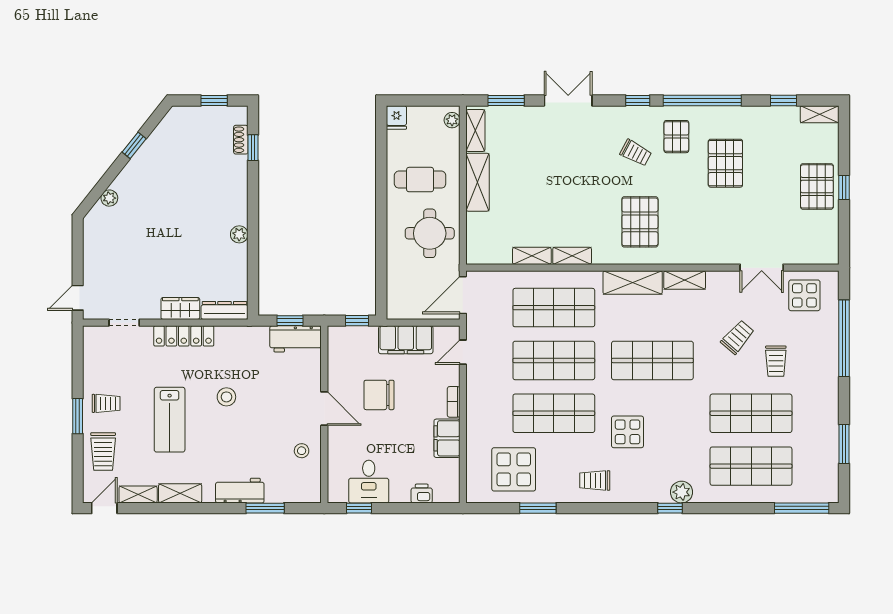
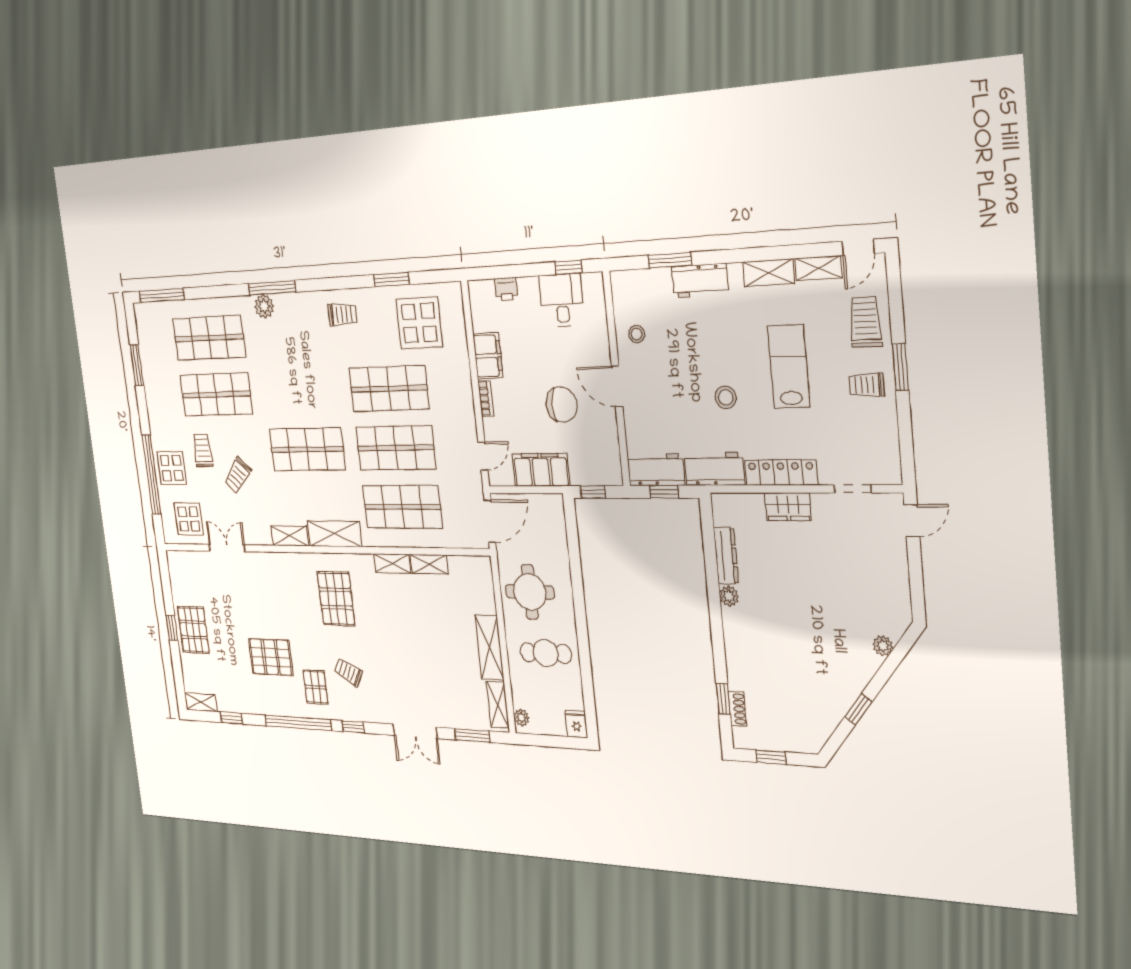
pallet: (725, 163) -> (271, 657), turned 90
dresser: (225, 310) -> (726, 556), moved, turned -90
workbench: (242, 339) -> (714, 469), added
display table: (628, 432) -> (172, 468), moved
window: (670, 508) -> (272, 288), width x2.17

